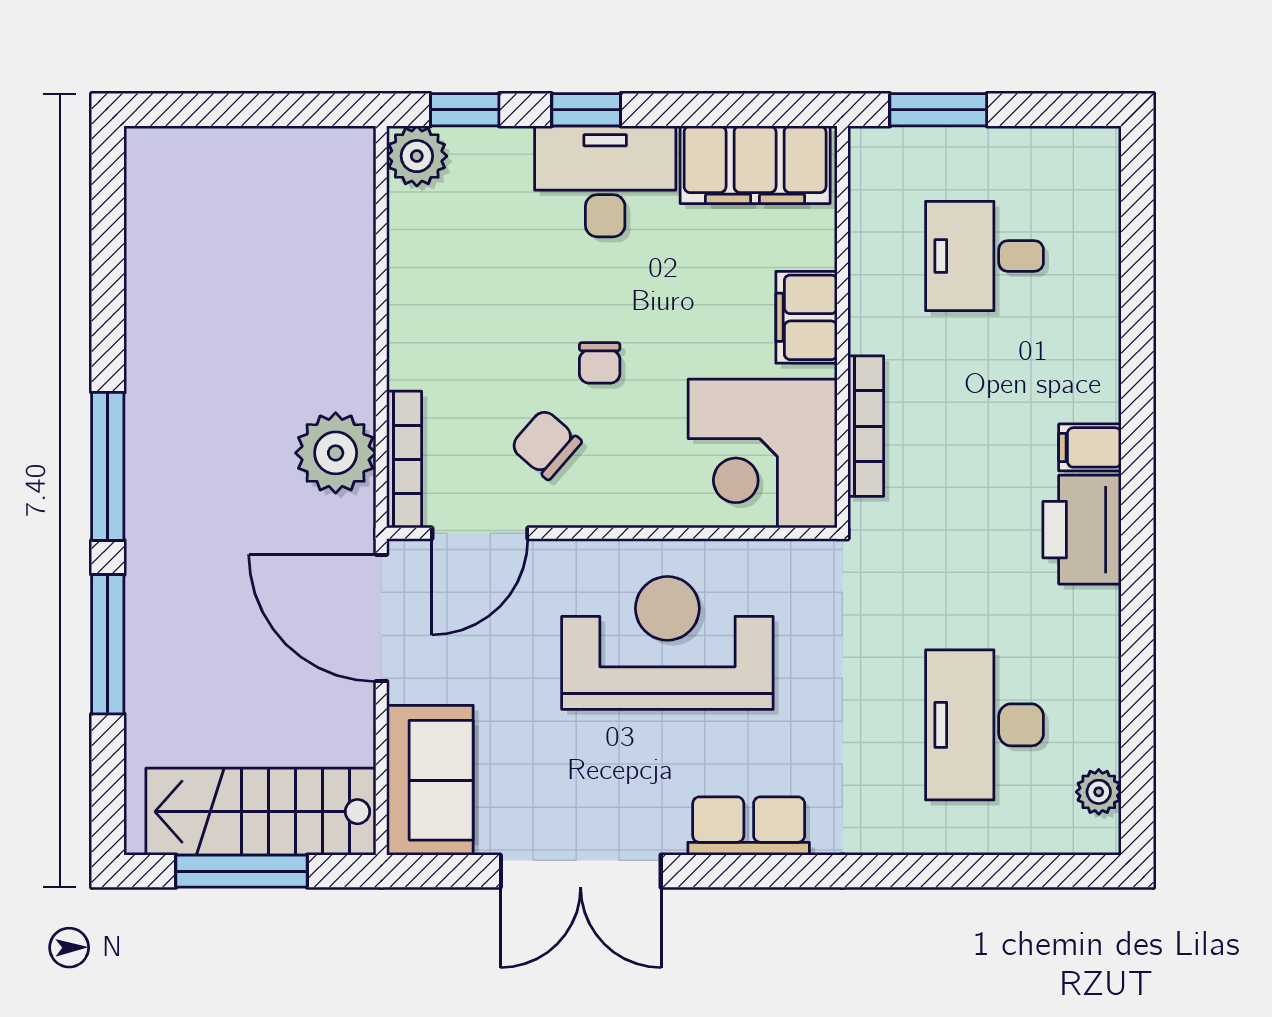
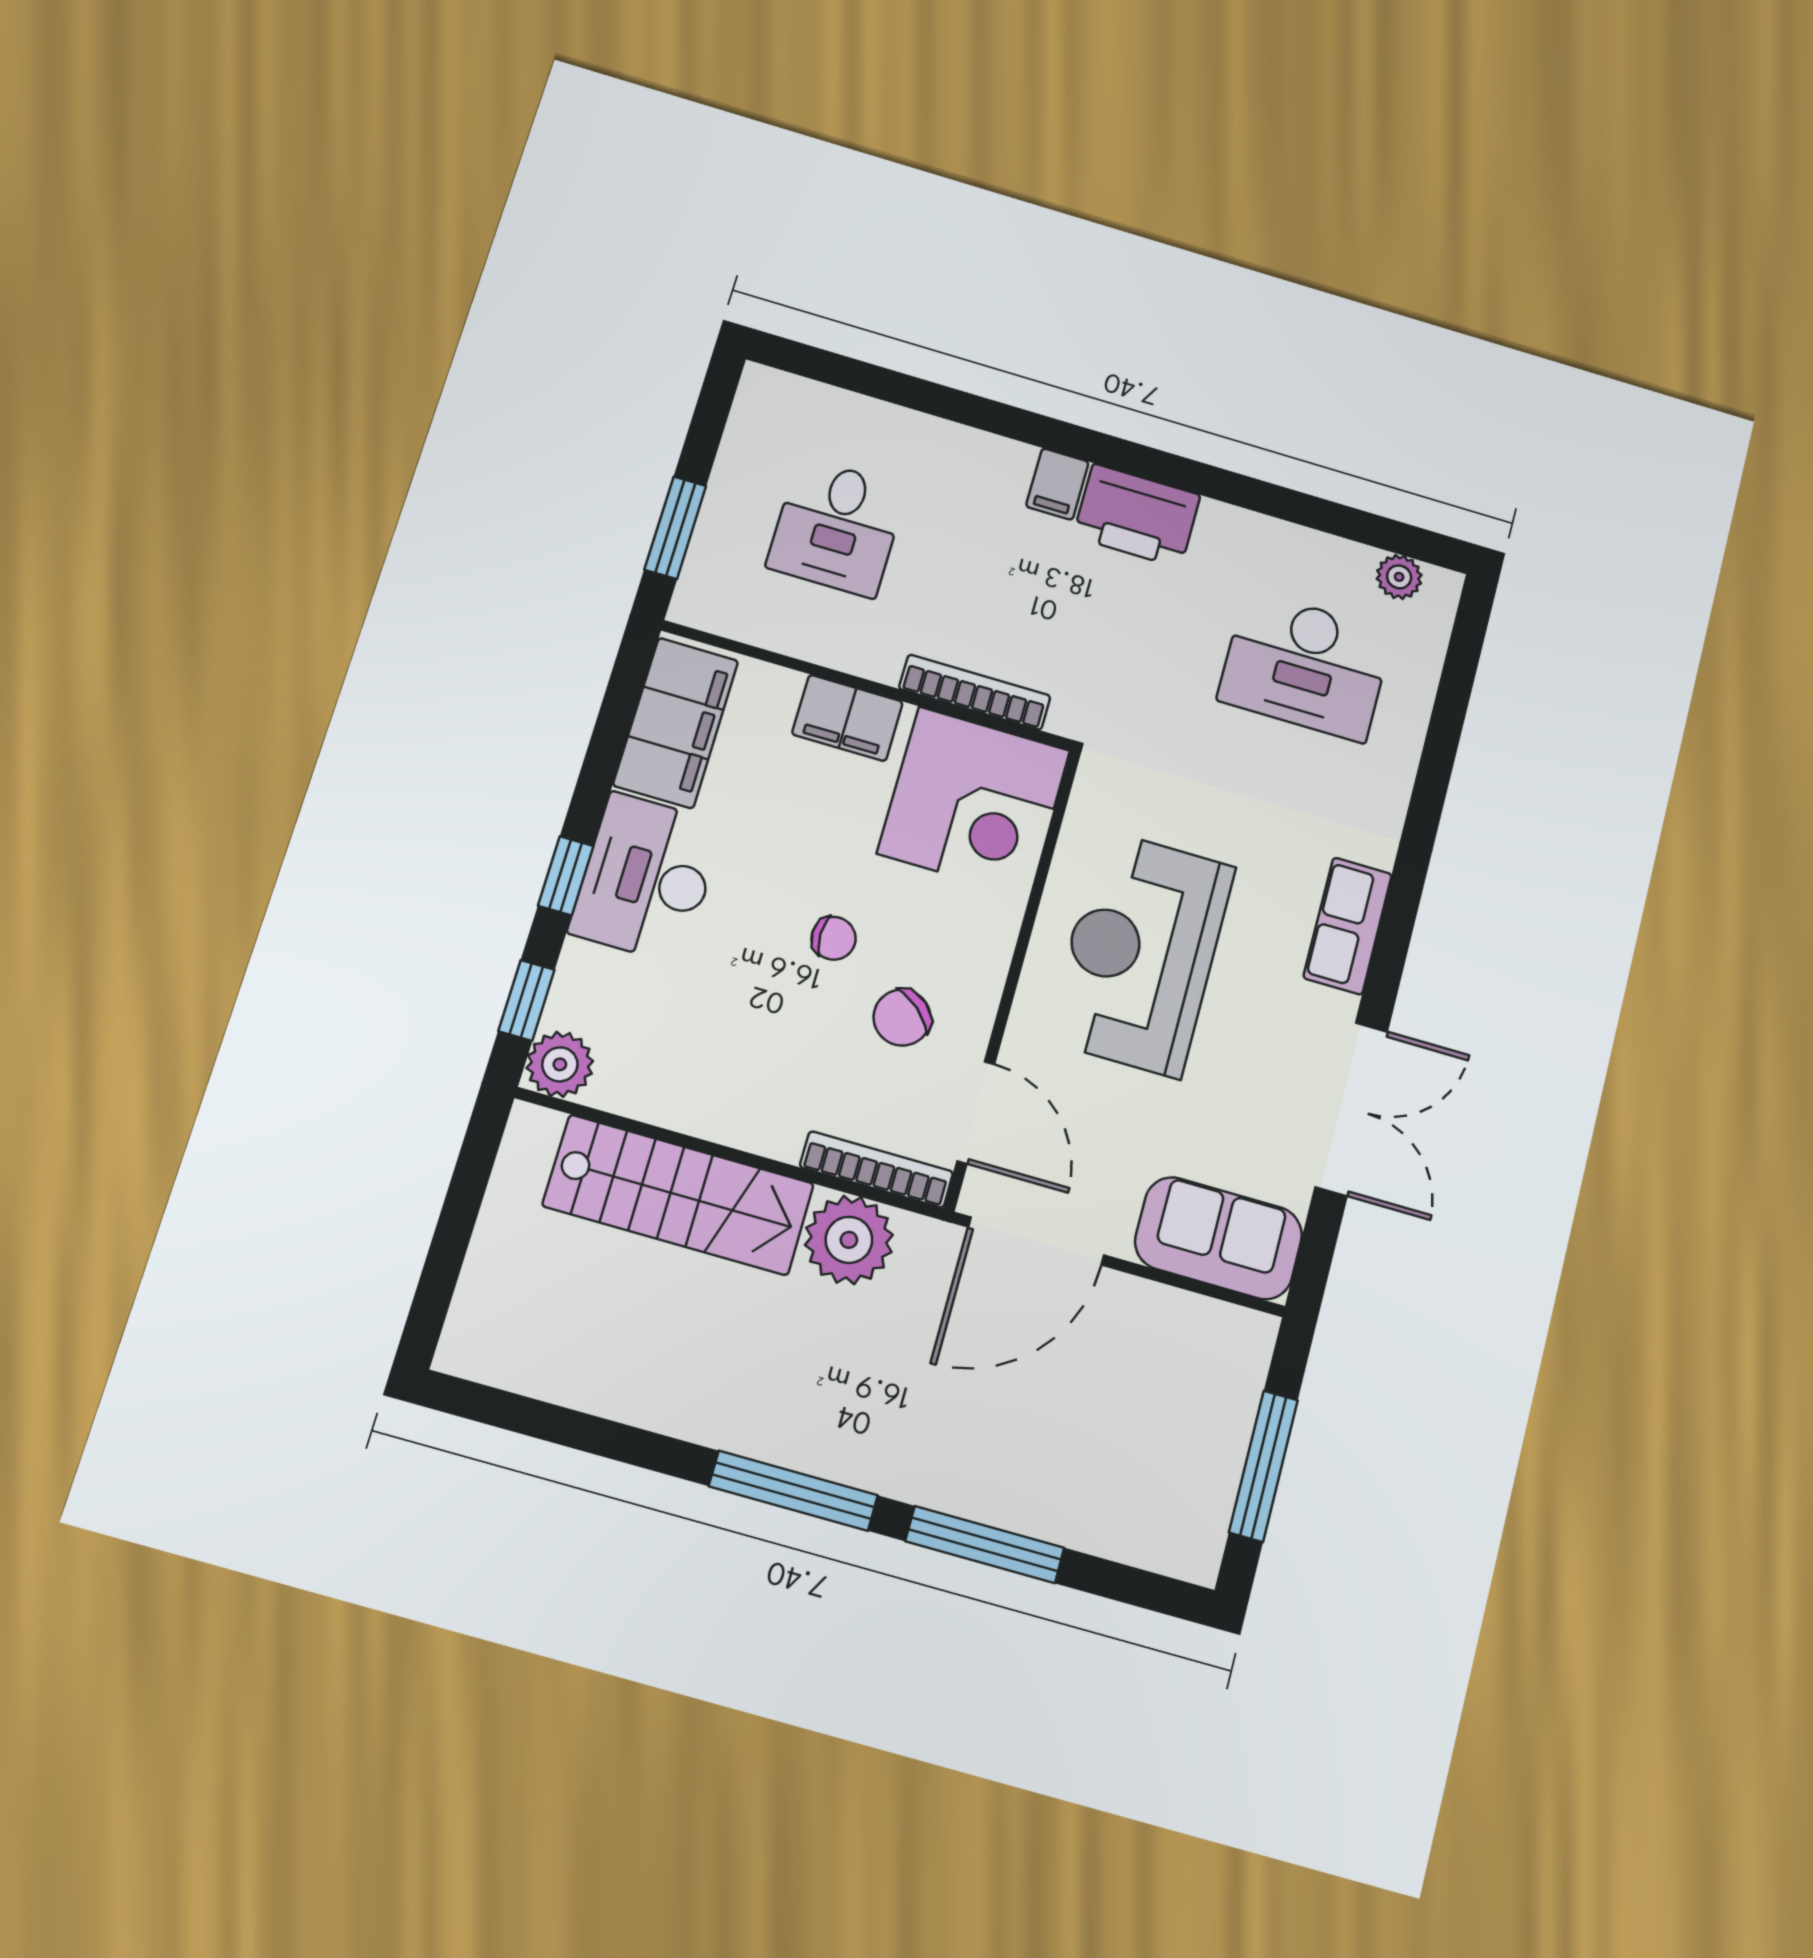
stairs: (261, 812) -> (679, 1195), moved, turned -90

